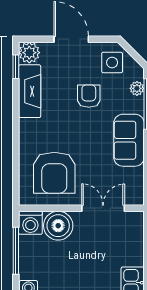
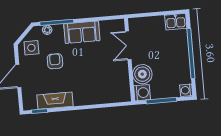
plant: (29, 53) -> (30, 103), removed
armchair: (89, 96) -> (55, 61), turned 90
armchair: (54, 173) -> (108, 80), removed

